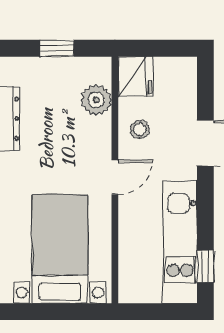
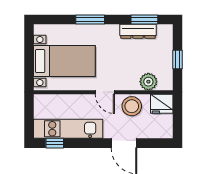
stool: (140, 129) -> (132, 106), width x1.89, depth x1.89

